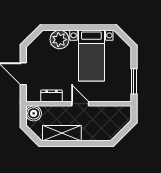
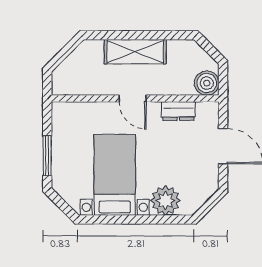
window: (134, 81) -> (47, 156), moved
shelving: (62, 133) -> (135, 52), moved

